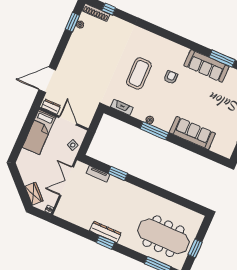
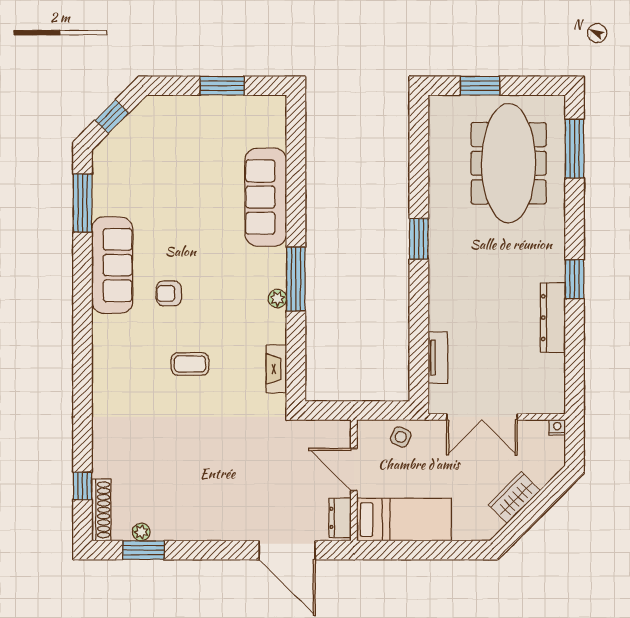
sofa: (206, 66) -> (112, 265), moved
coffee table: (139, 73) -> (190, 364), width x0.54, depth x0.58
door: (68, 121) -> (354, 470), hinge flipped
window: (118, 173) -> (419, 239), moved
wardrobe: (34, 194) -> (514, 498), moved
dresser: (105, 232) -> (553, 318), moved
window: (195, 248) -> (480, 86), moved

